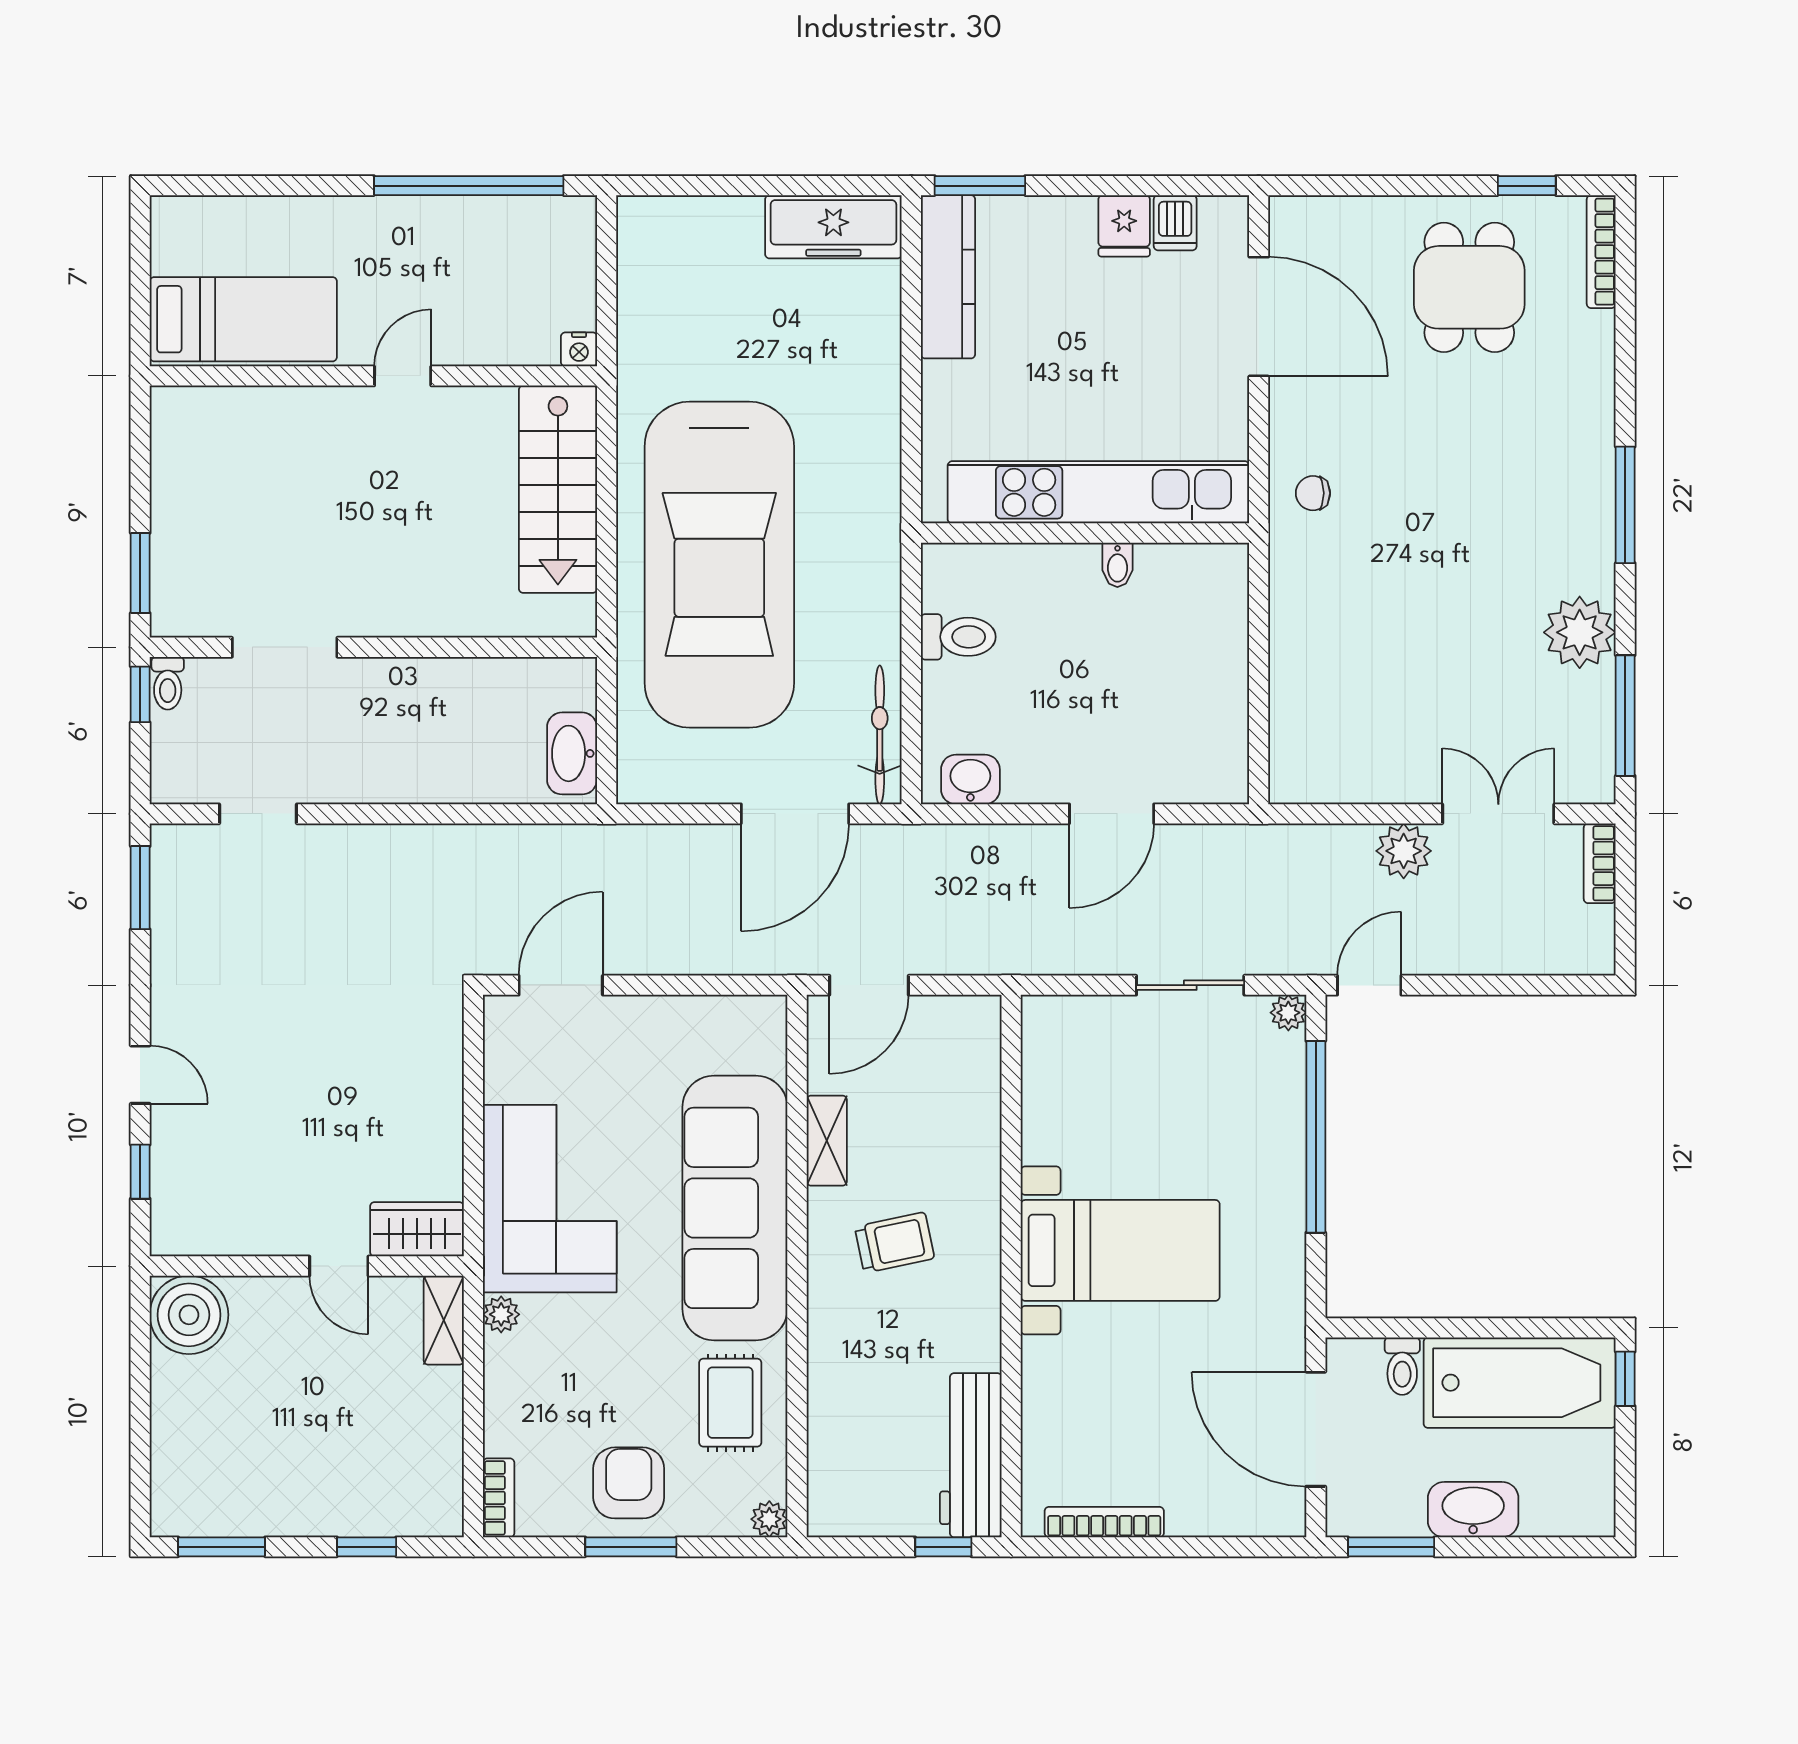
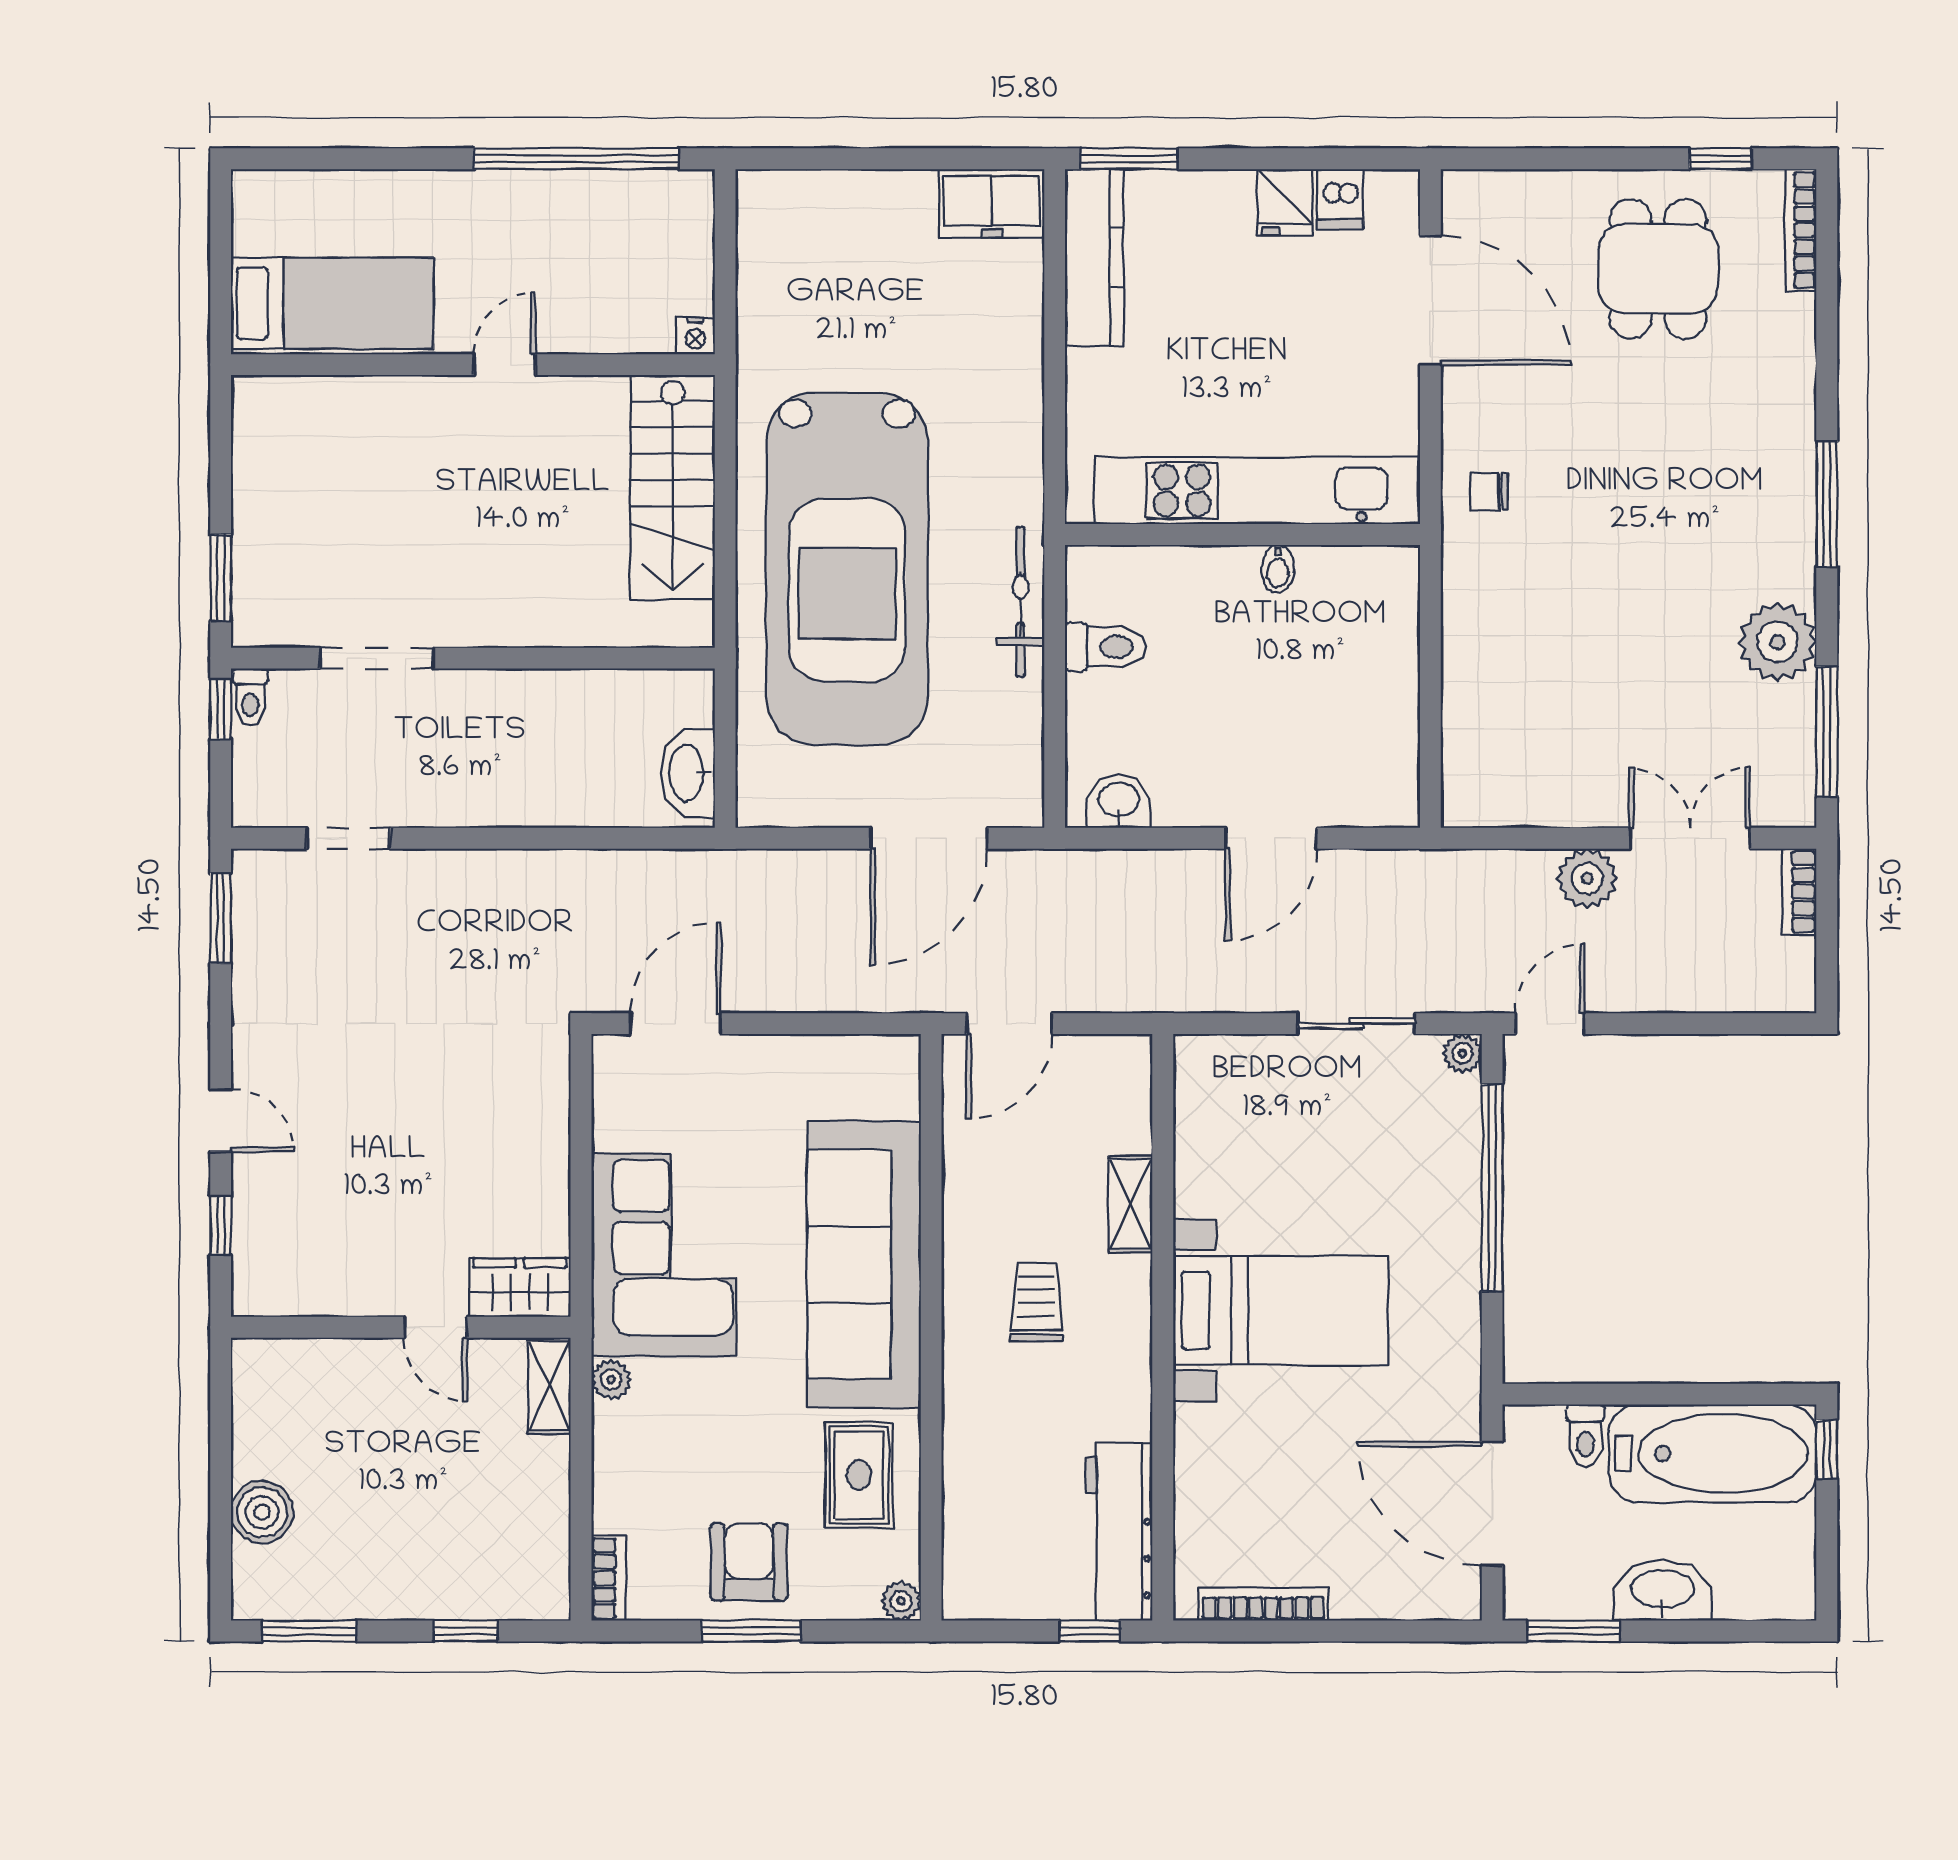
freezer: (833, 227) -> (992, 203), width x0.71
bicycle: (880, 735) -> (1021, 602), moved
shelving: (827, 1141) -> (1131, 1204), moved
trolley: (895, 1243) -> (1037, 1302), turned -78
boiler: (189, 1315) -> (262, 1512), moved, width x0.73, depth x0.73

